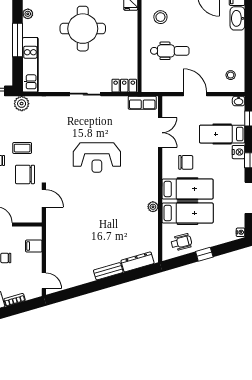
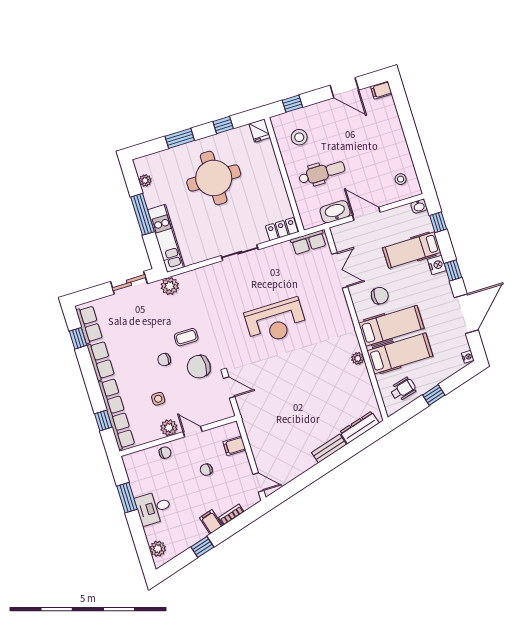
washbasin: (237, 18) -> (335, 212), moved, turned 90

